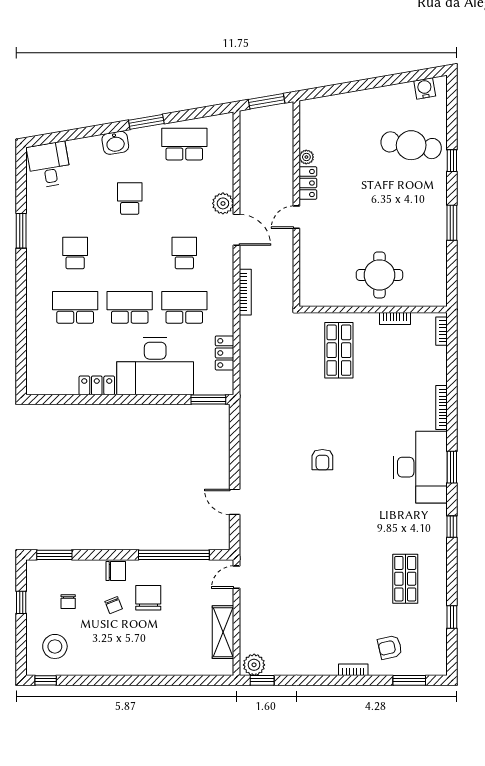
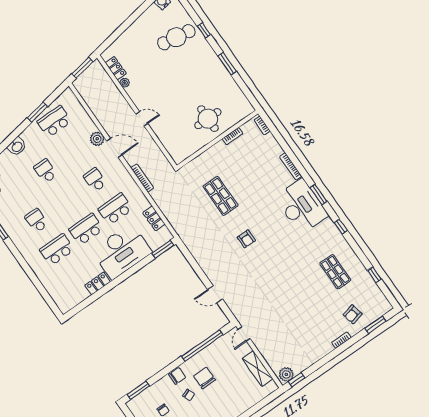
window: (146, 122) -> (37, 112), moved
locker: (308, 183) -> (116, 68), moved
door: (296, 217) -> (142, 119), swing flipped
shop shelf: (339, 350) -> (220, 196), moved

